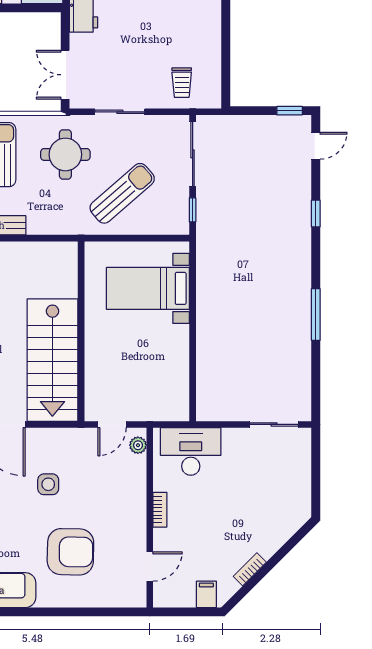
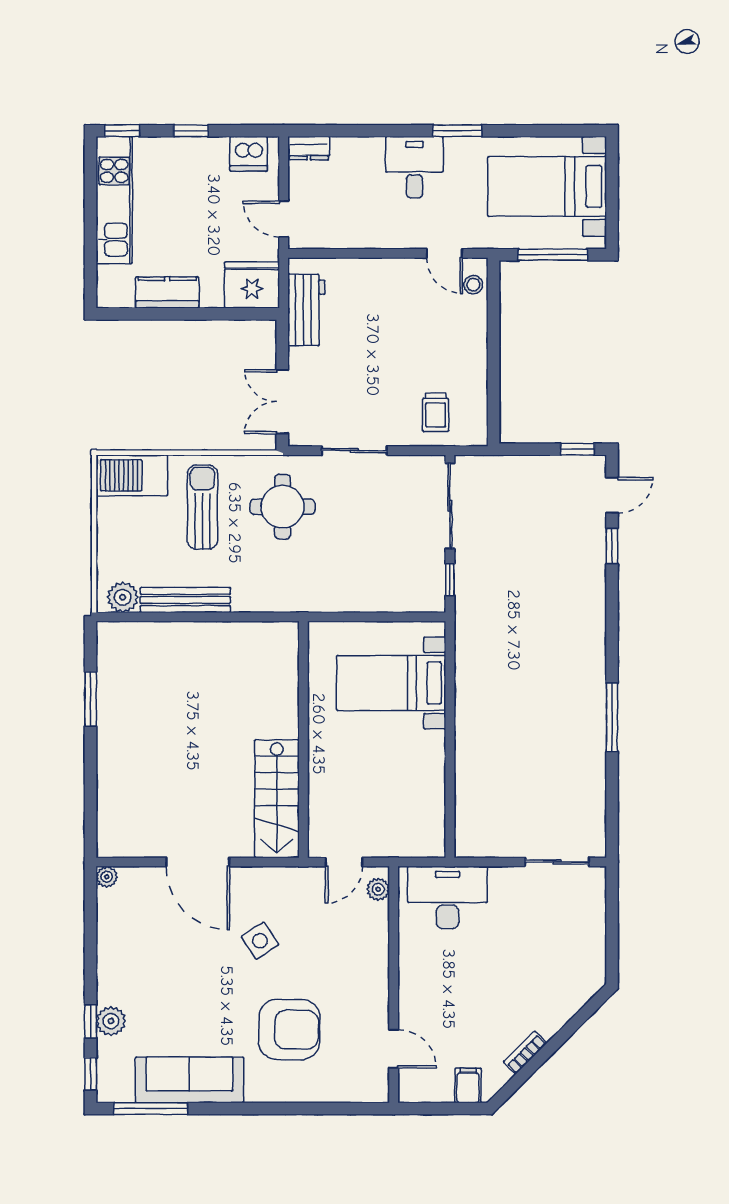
sun lounger: (122, 193) -> (357, 558), removed
window: (316, 214) -> (612, 546), moved
stairs: (52, 360) -> (277, 799), width x0.73, depth x0.66
side table: (48, 484) -> (260, 941), turned -34
bookcase: (160, 510) -> (407, 974), removed
door: (150, 567) -> (394, 1049), hinge flipped

